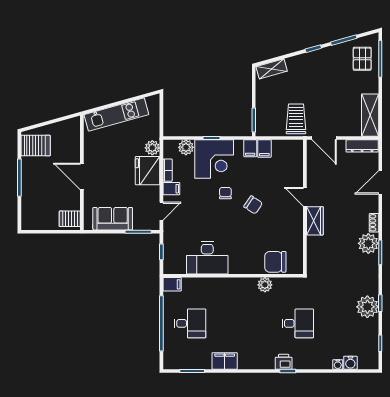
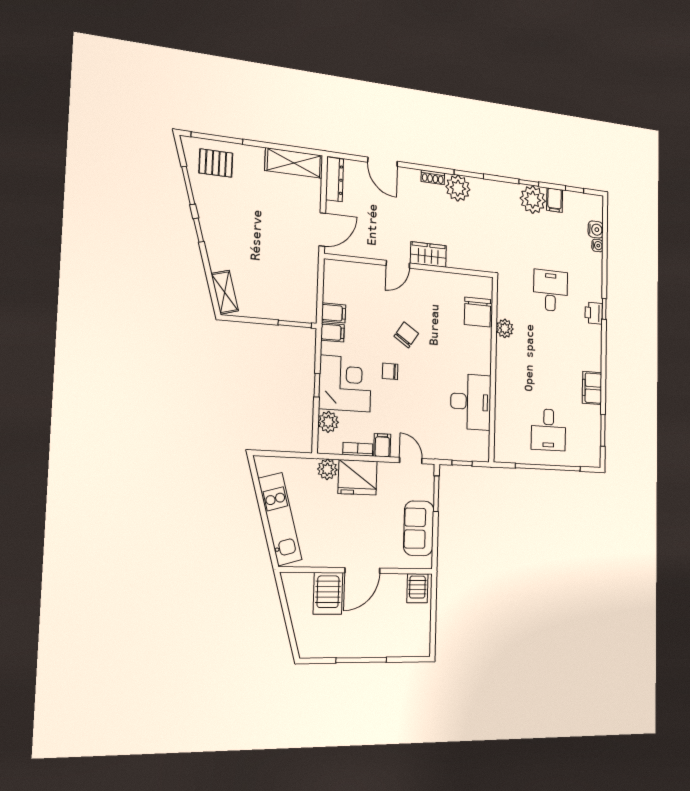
trolley: (296, 119) -> (295, 265), removed
server rack: (36, 146) -> (328, 593), moved, turned 180
filing cabinet: (172, 284) -> (555, 200), moved, turned 180
desk: (190, 323) -> (548, 430), turned 180

